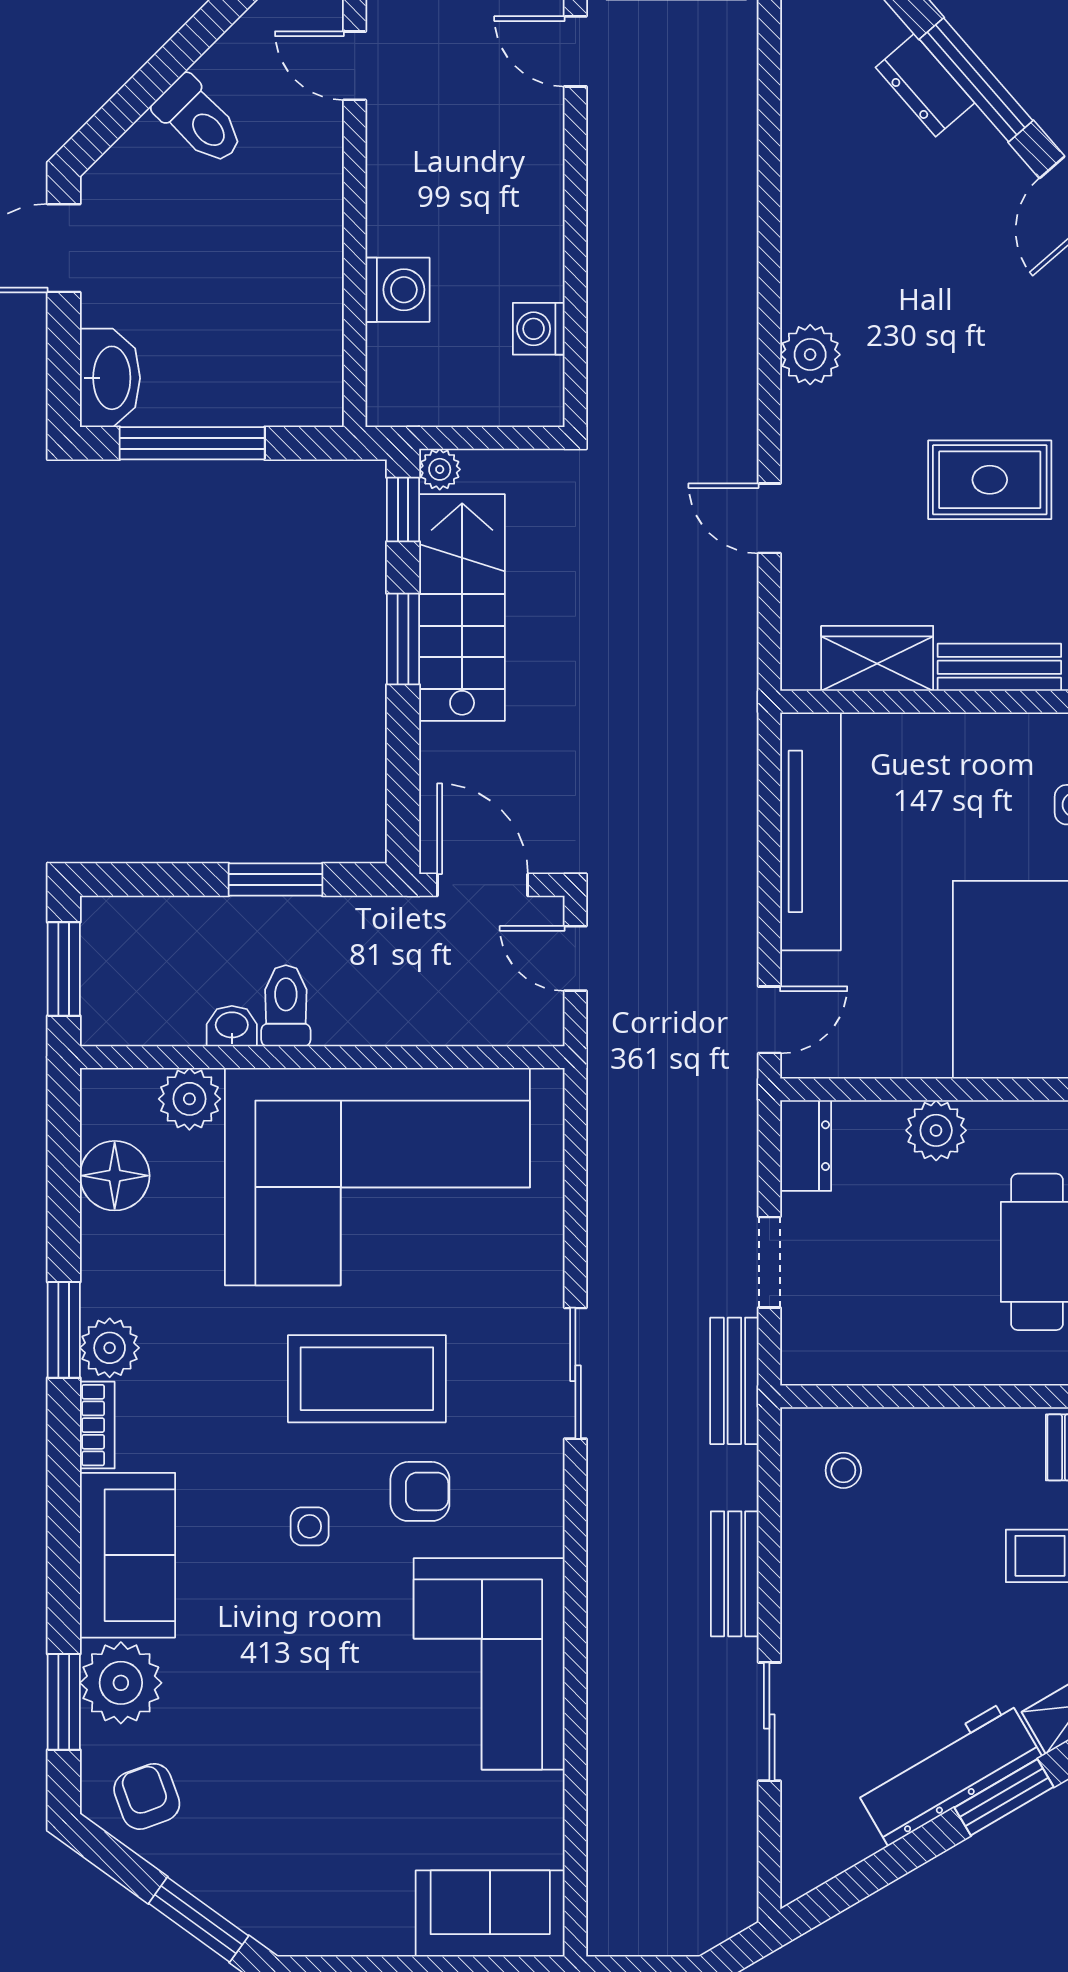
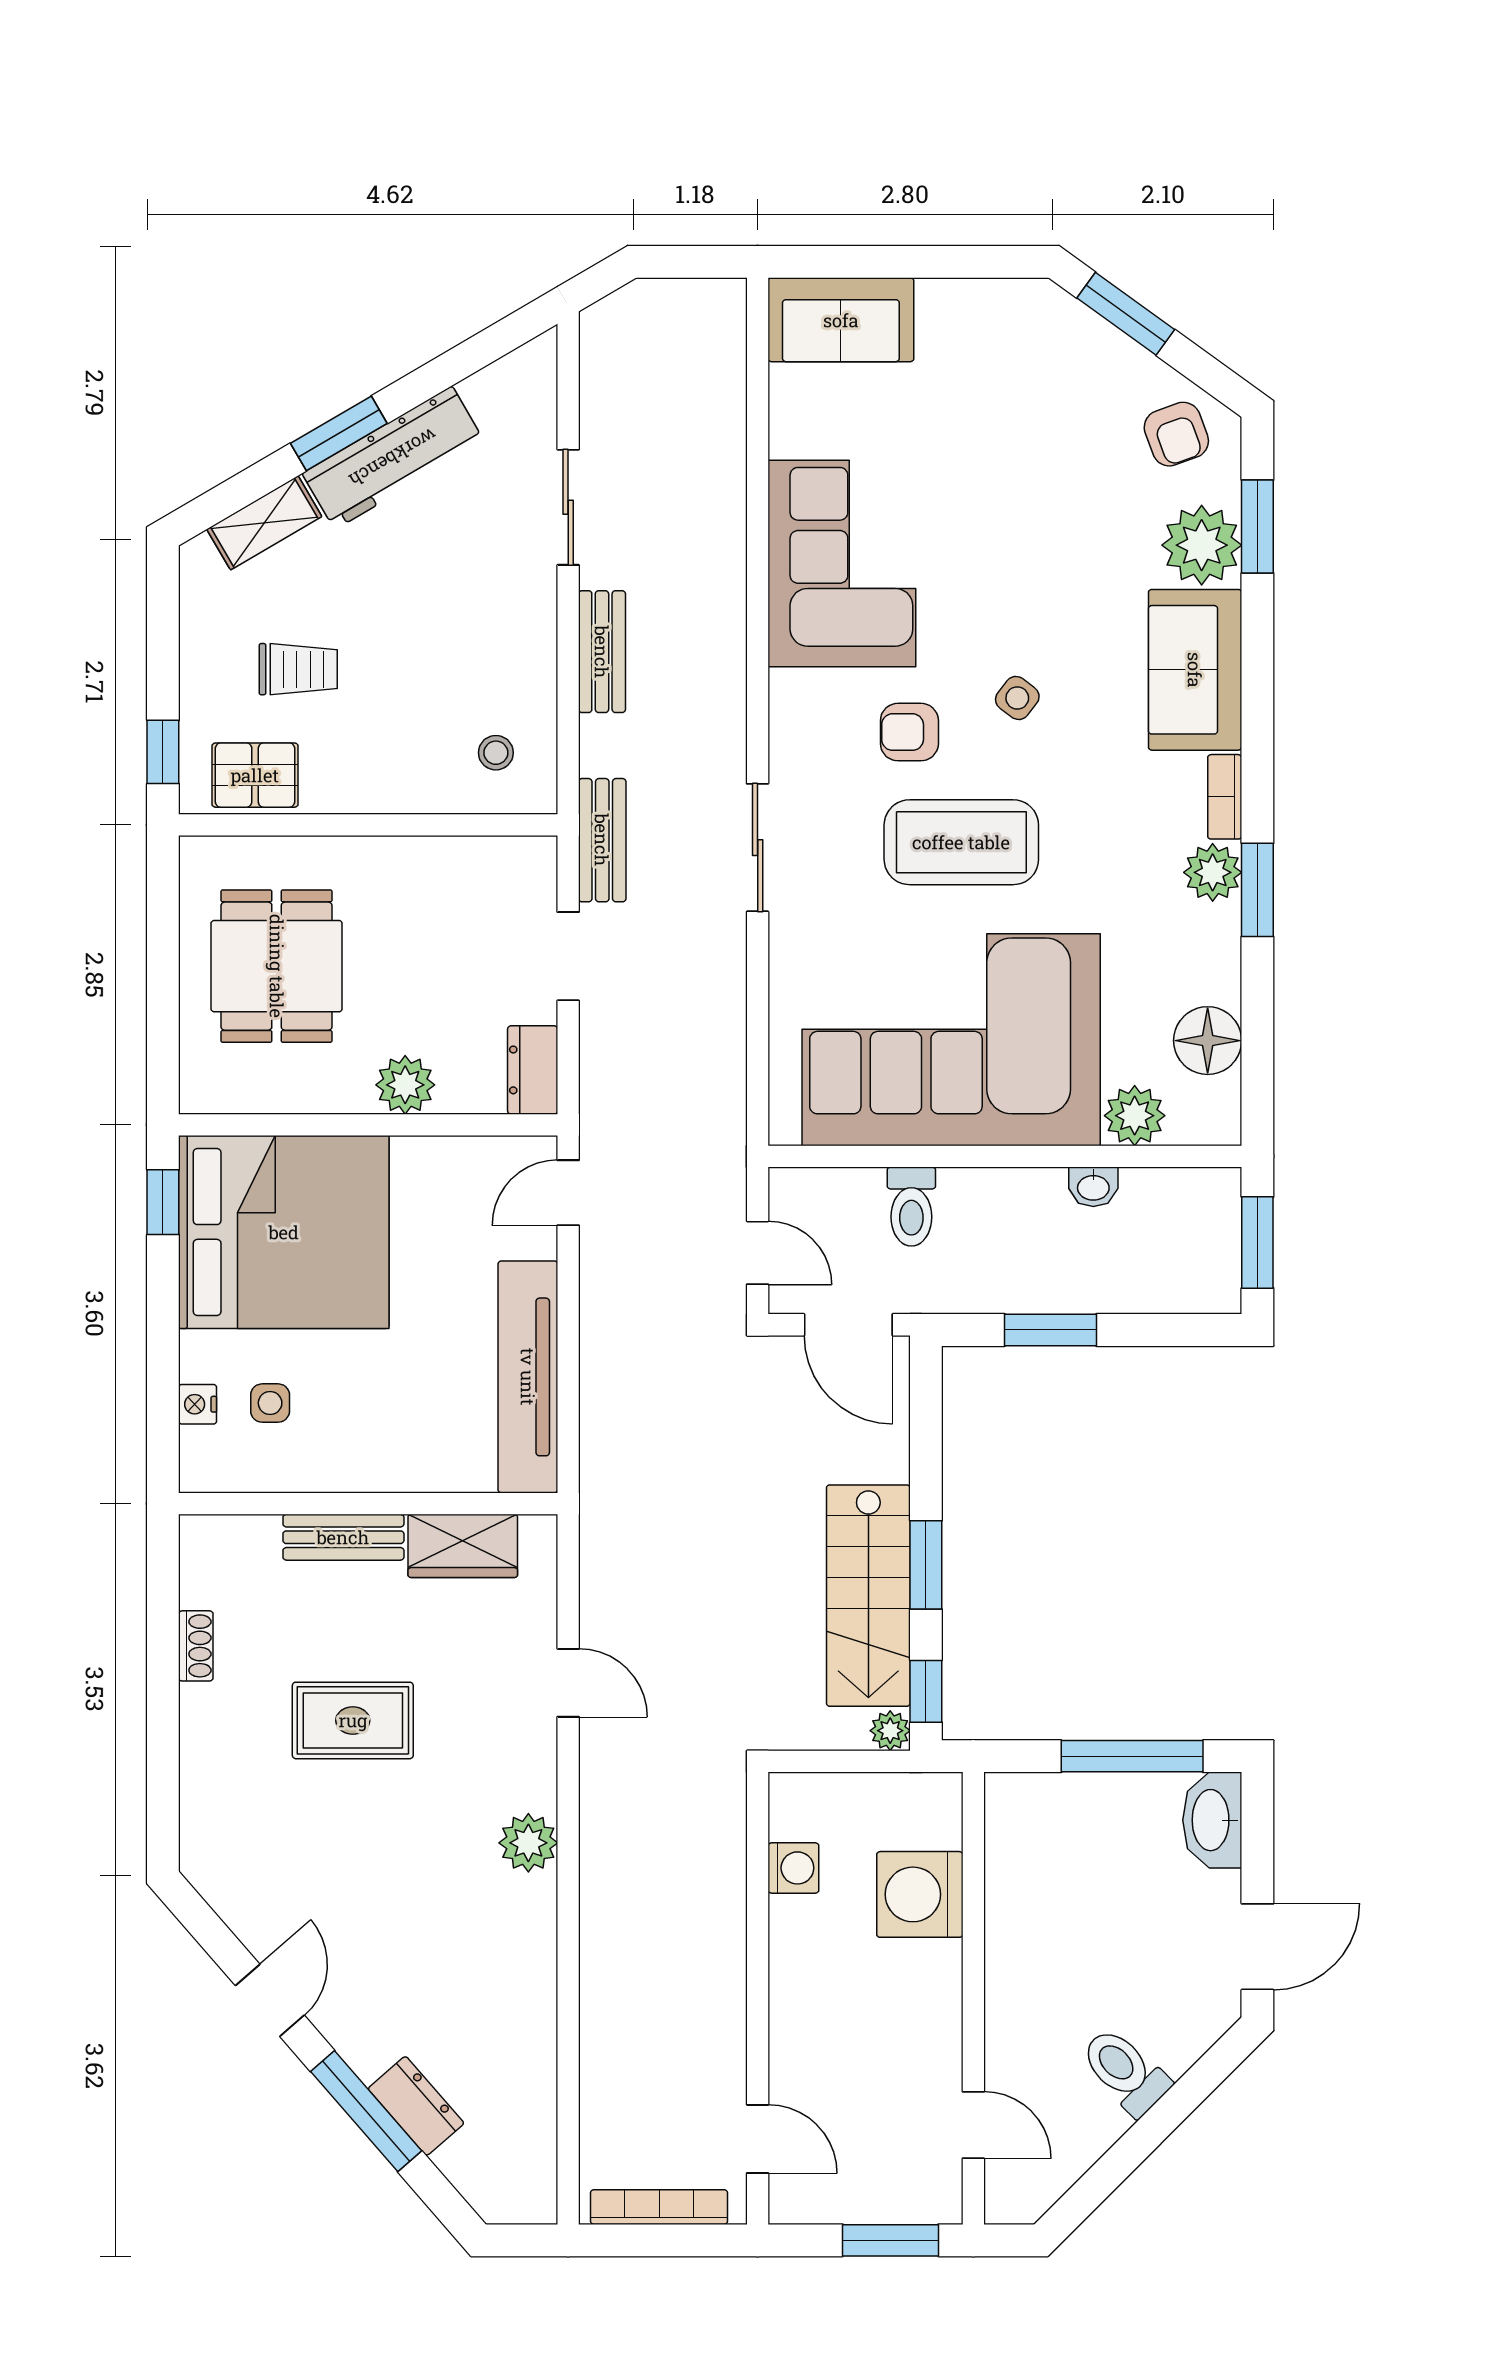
washing machine: (397, 290) -> (920, 1894), width x1.37, depth x1.37
toilet: (286, 1006) -> (911, 1207), moved
side table: (310, 1526) -> (1017, 698), turned 37

